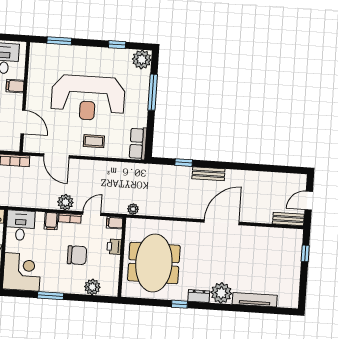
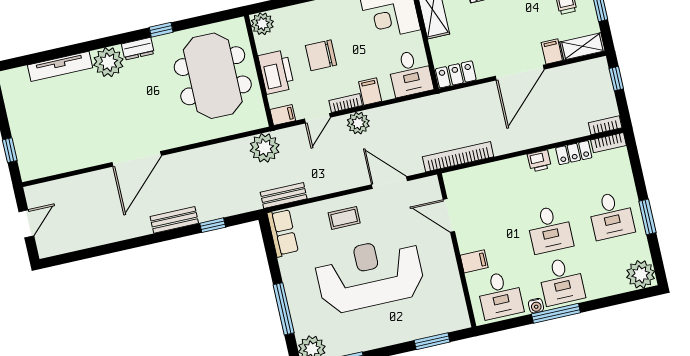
plant: (133, 209) -> (265, 148), width x1.88, depth x1.88
bench: (288, 219) -> (284, 195), moved
printer: (114, 247) -> (276, 72), width x1.87, depth x1.48
plant: (92, 287) -> (262, 24), moved

